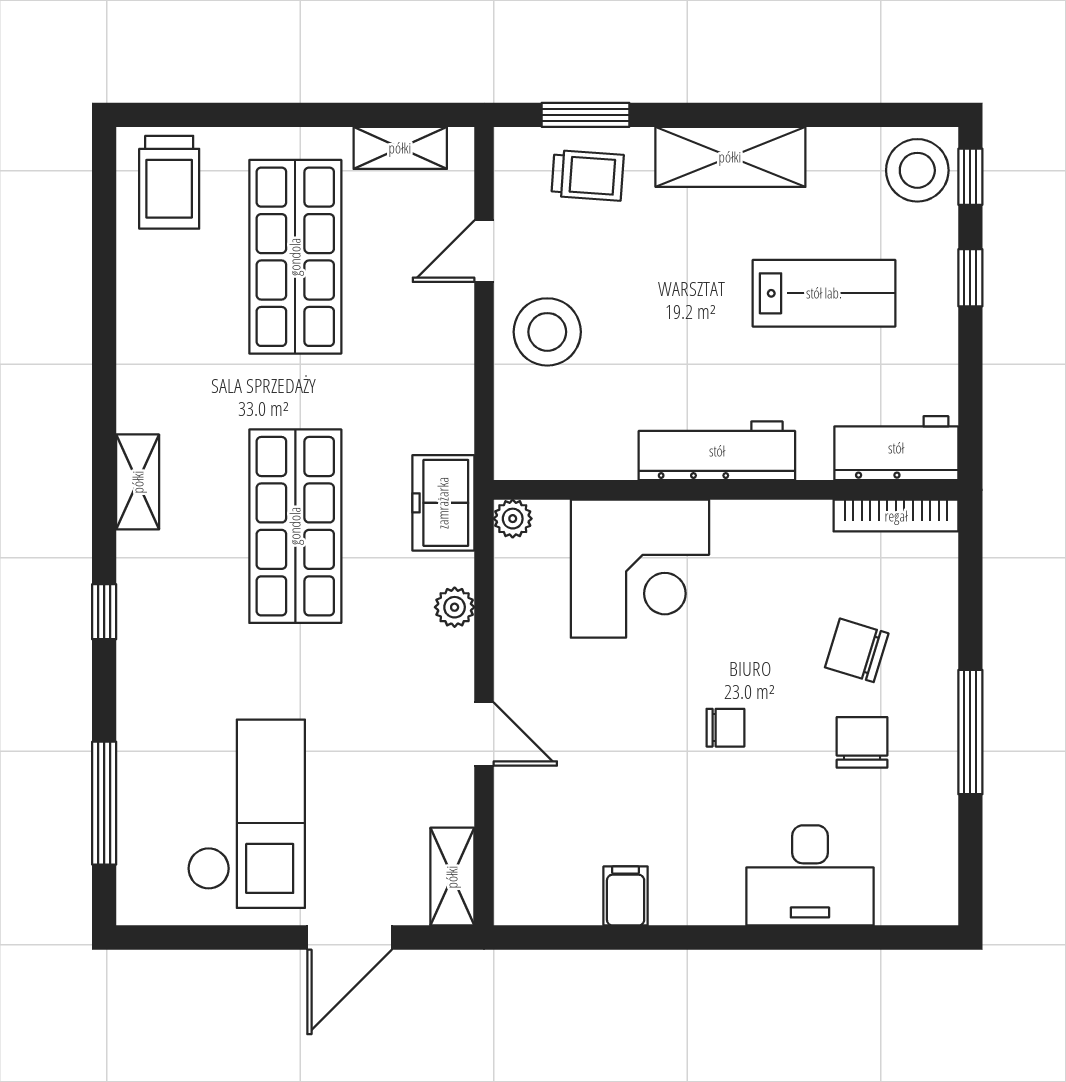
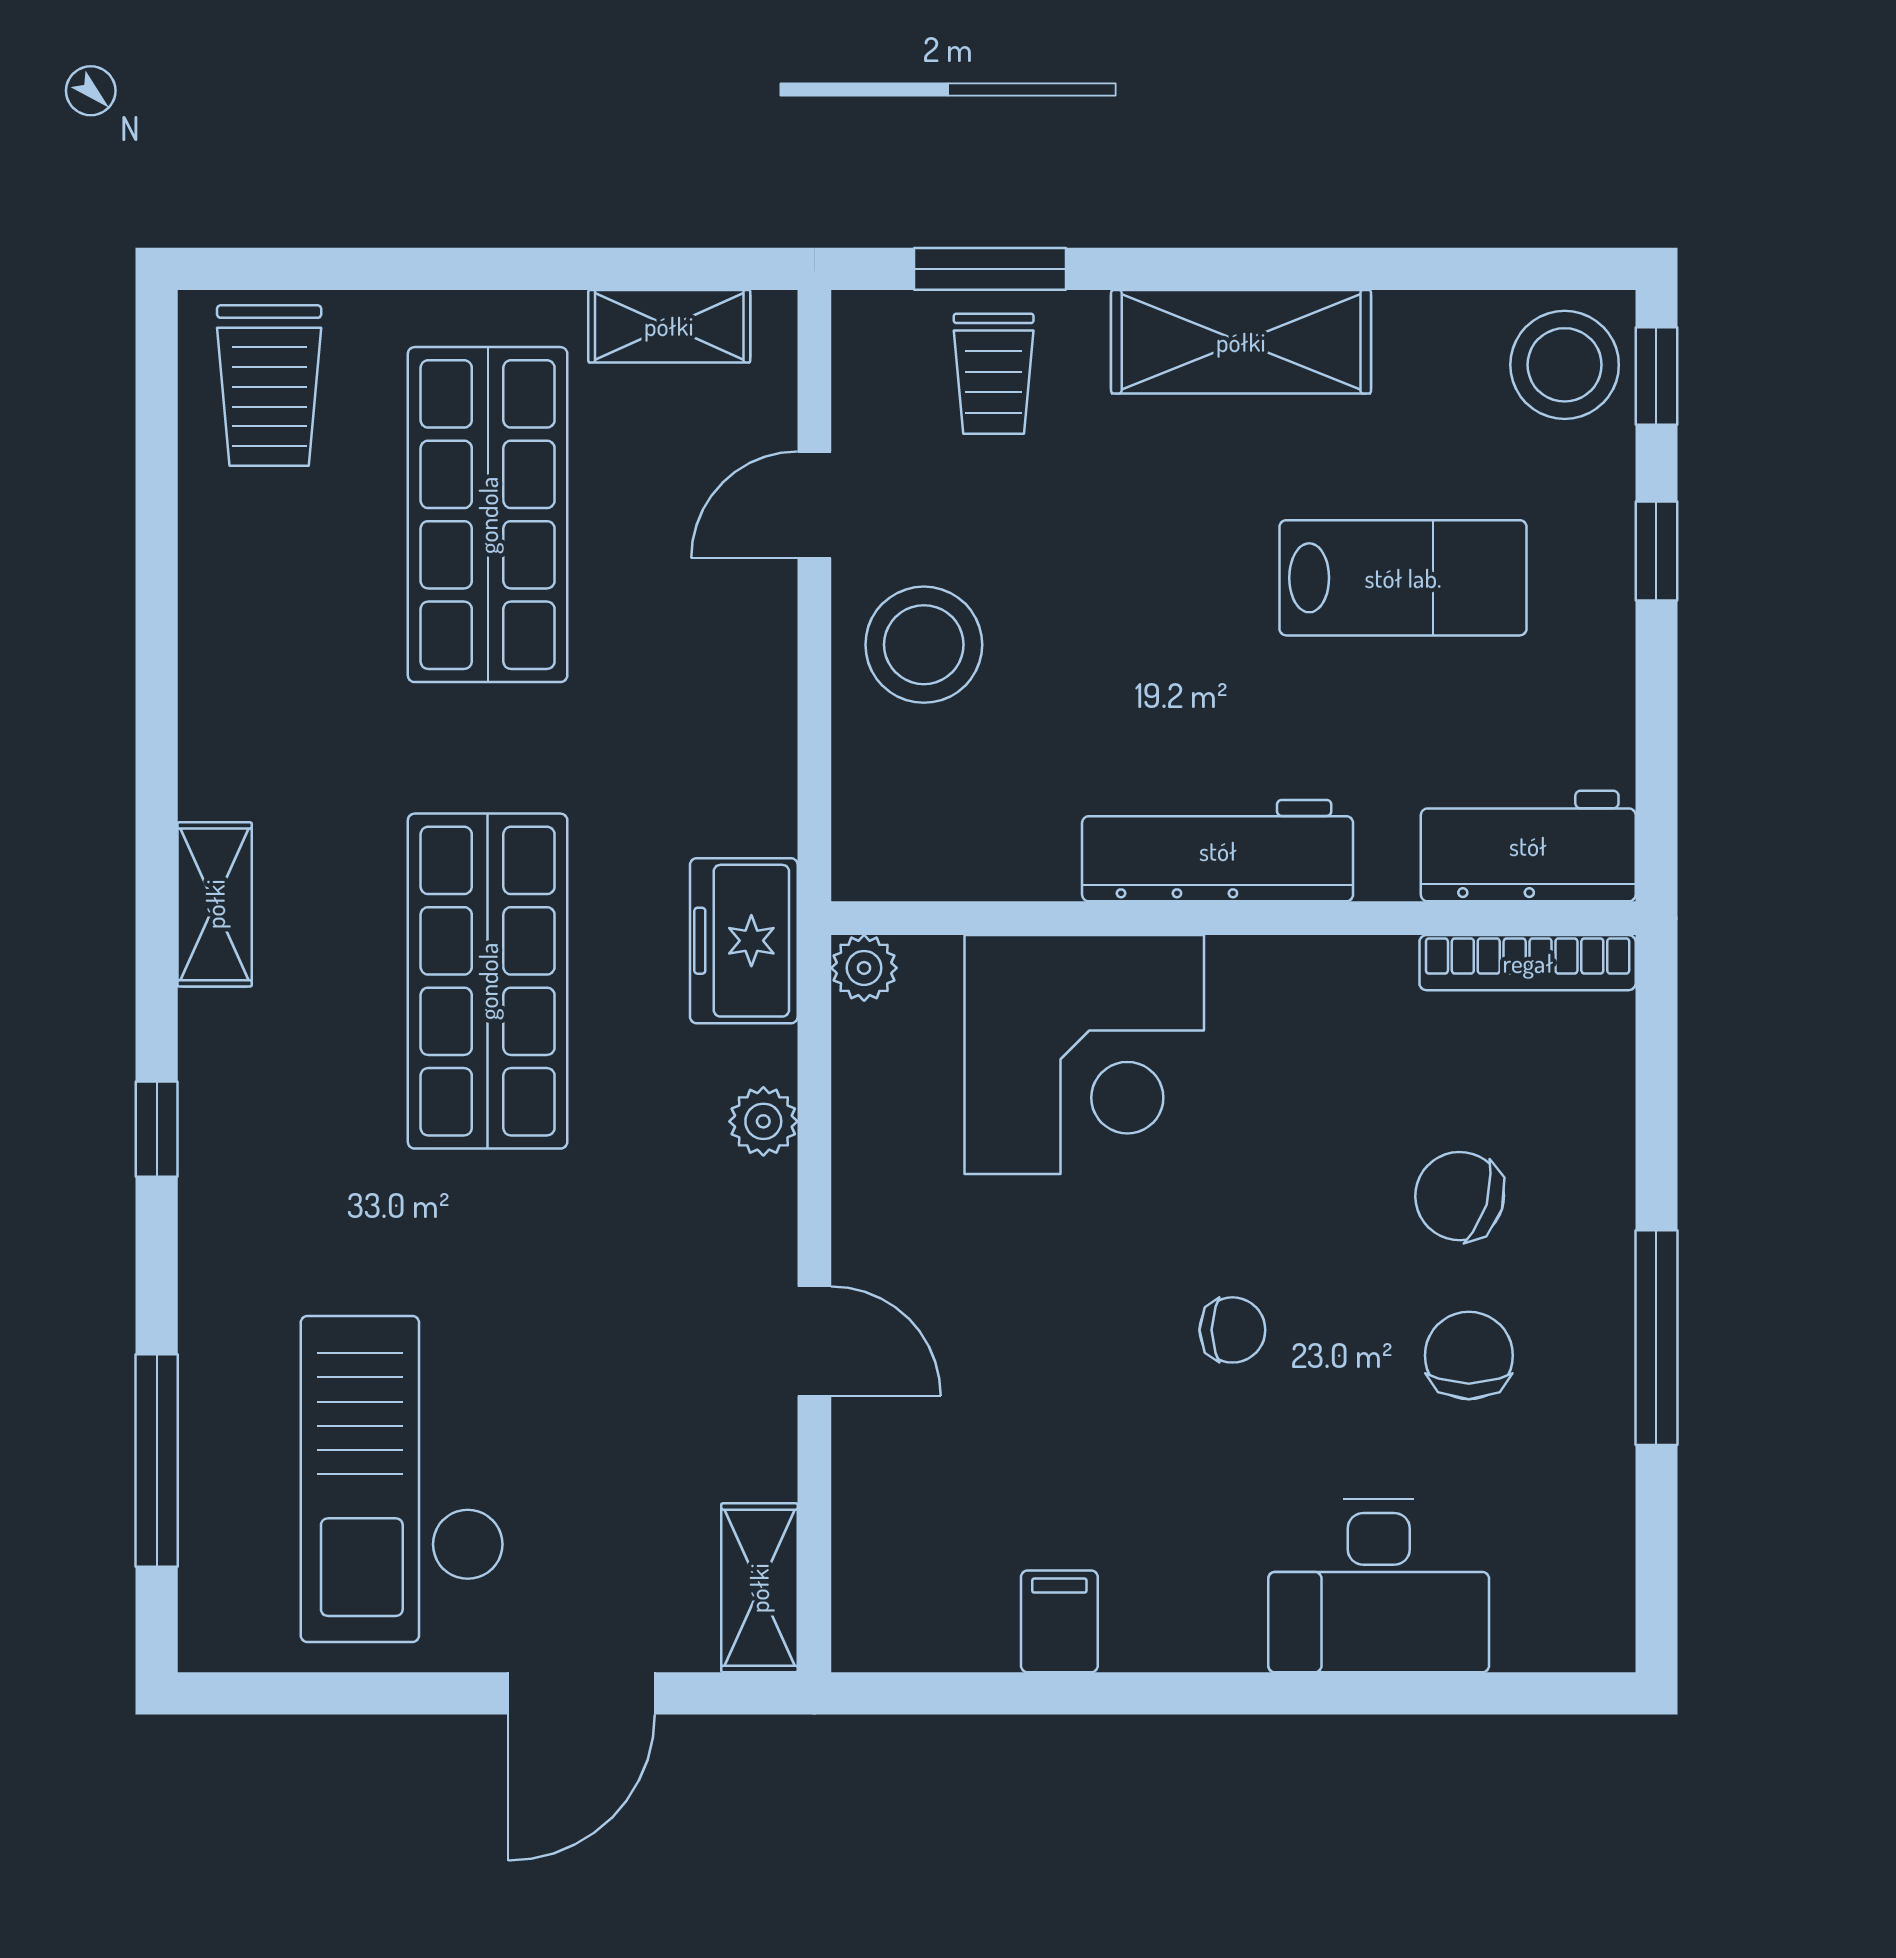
trolley: (588, 175) -> (994, 374), turned 86
checkout: (246, 814) -> (403, 1479), turned 180

